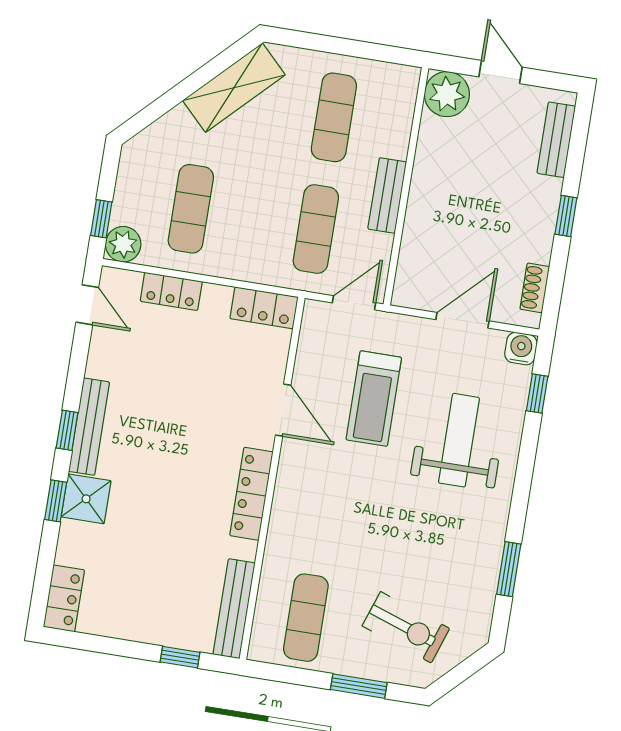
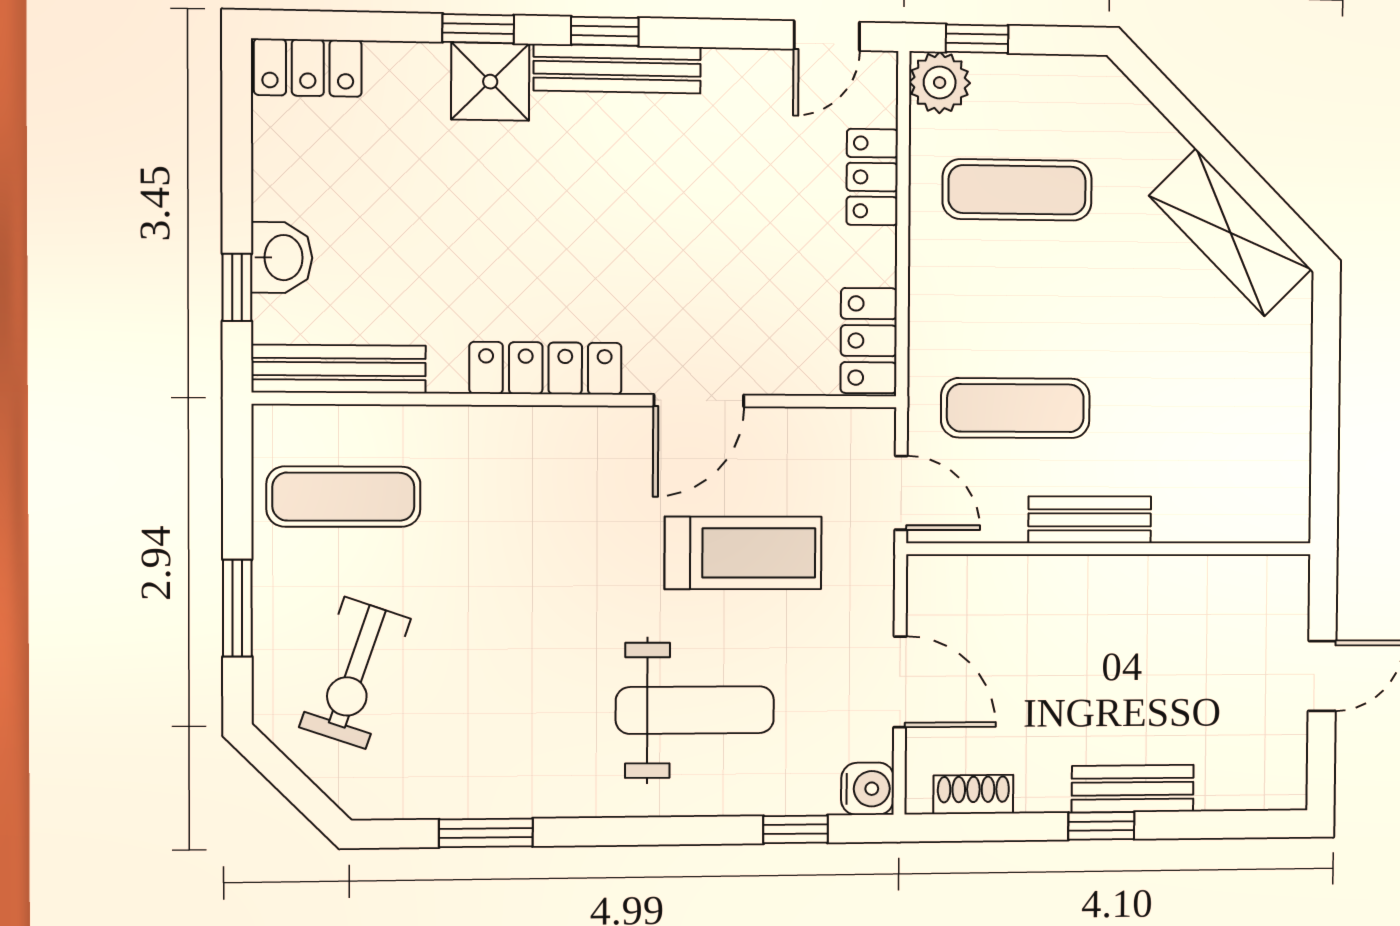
plant: (447, 94) -> (1273, 592), removed
exercise mat: (334, 117) -> (1206, 409), removed
bench: (556, 140) -> (1133, 789), moved
treadmill: (374, 399) -> (743, 553), turned 180
washbasin: (167, 630) -> (282, 258), added

